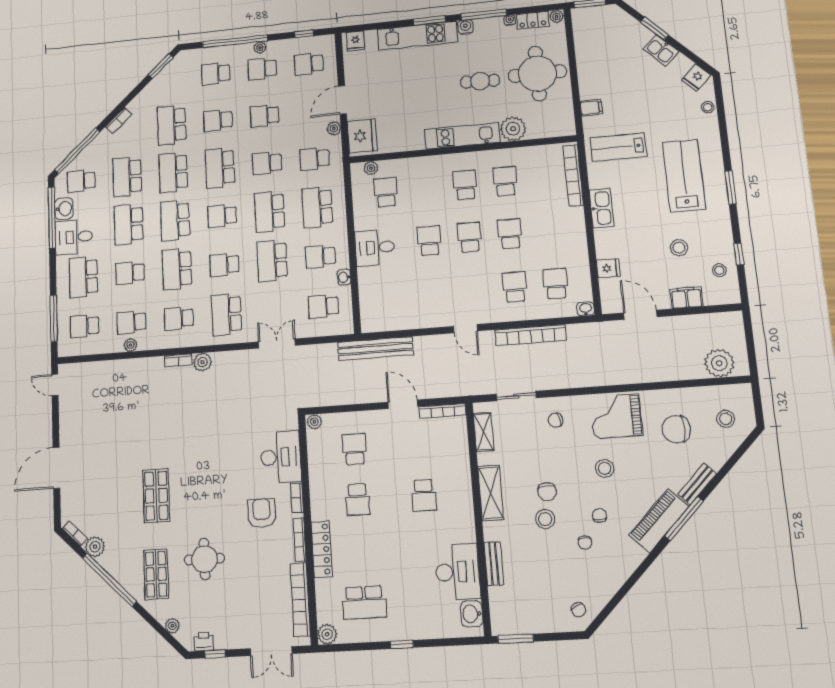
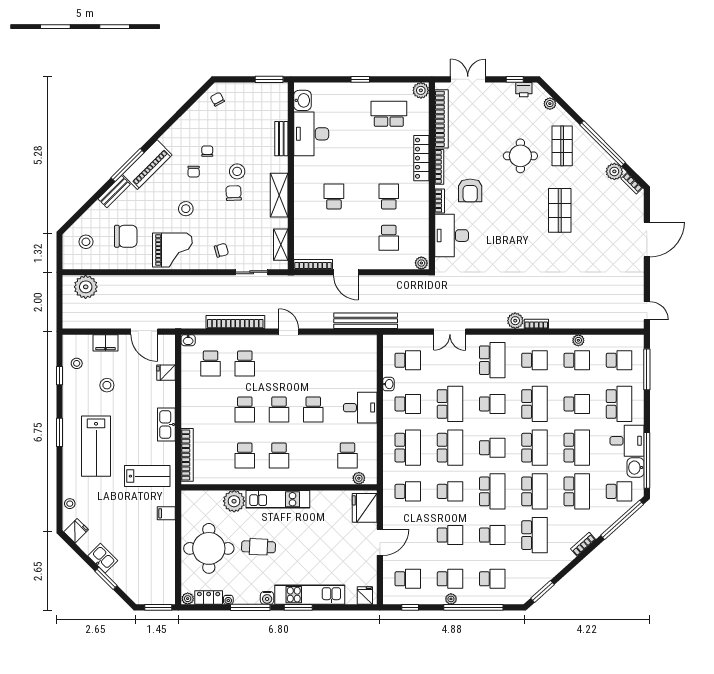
plant: (334, 128) -> (389, 517), removed

